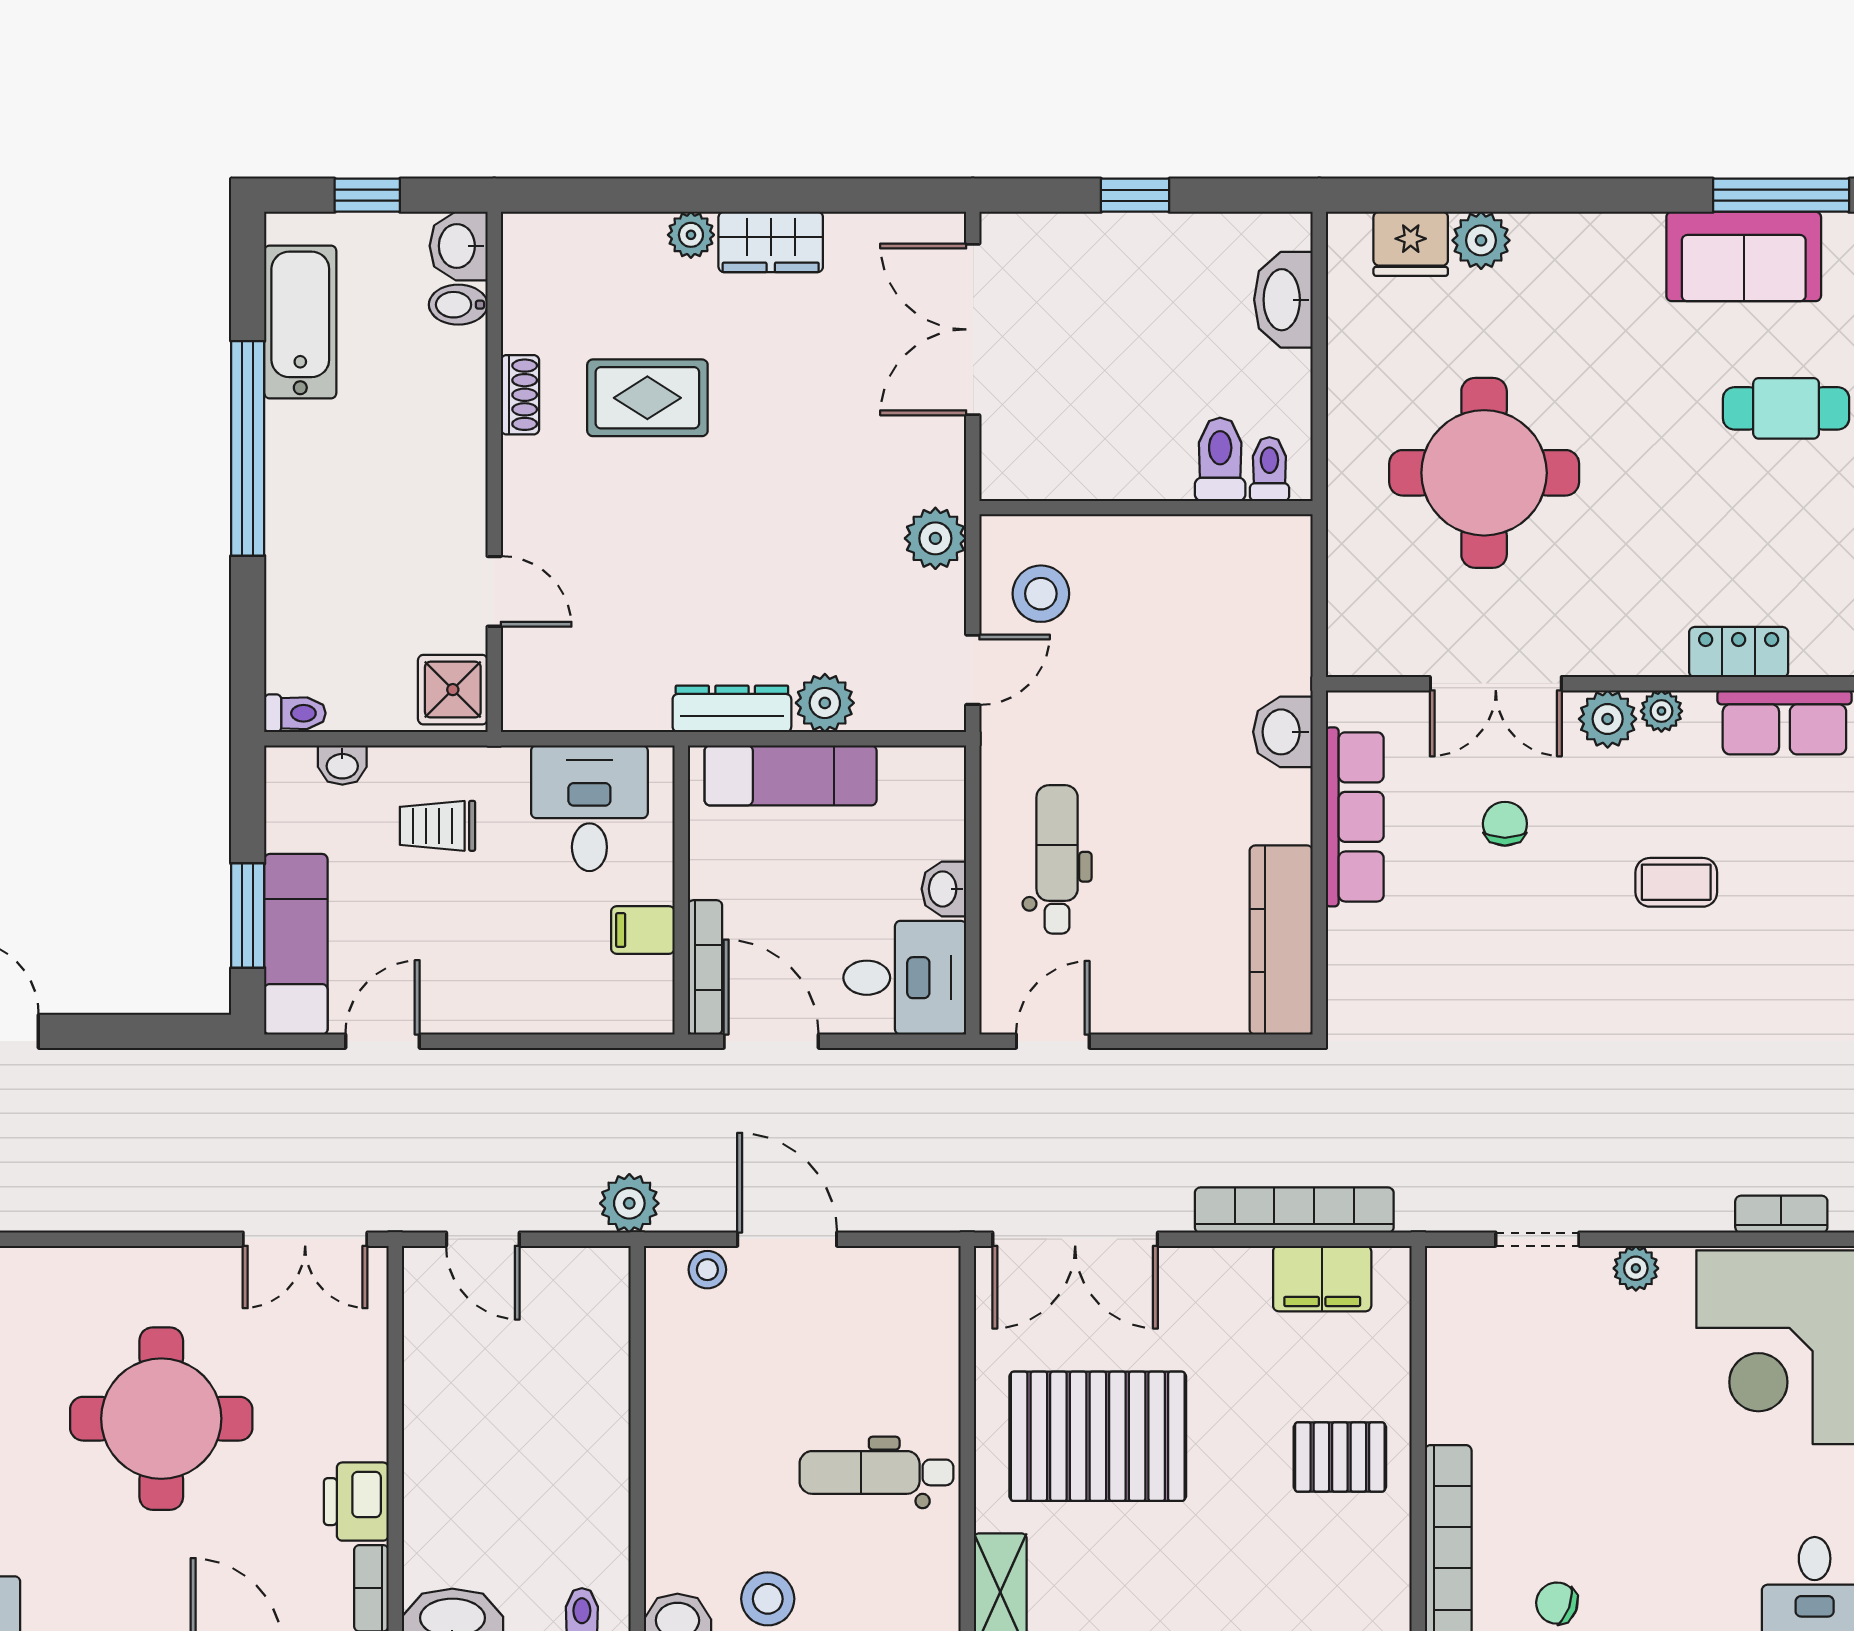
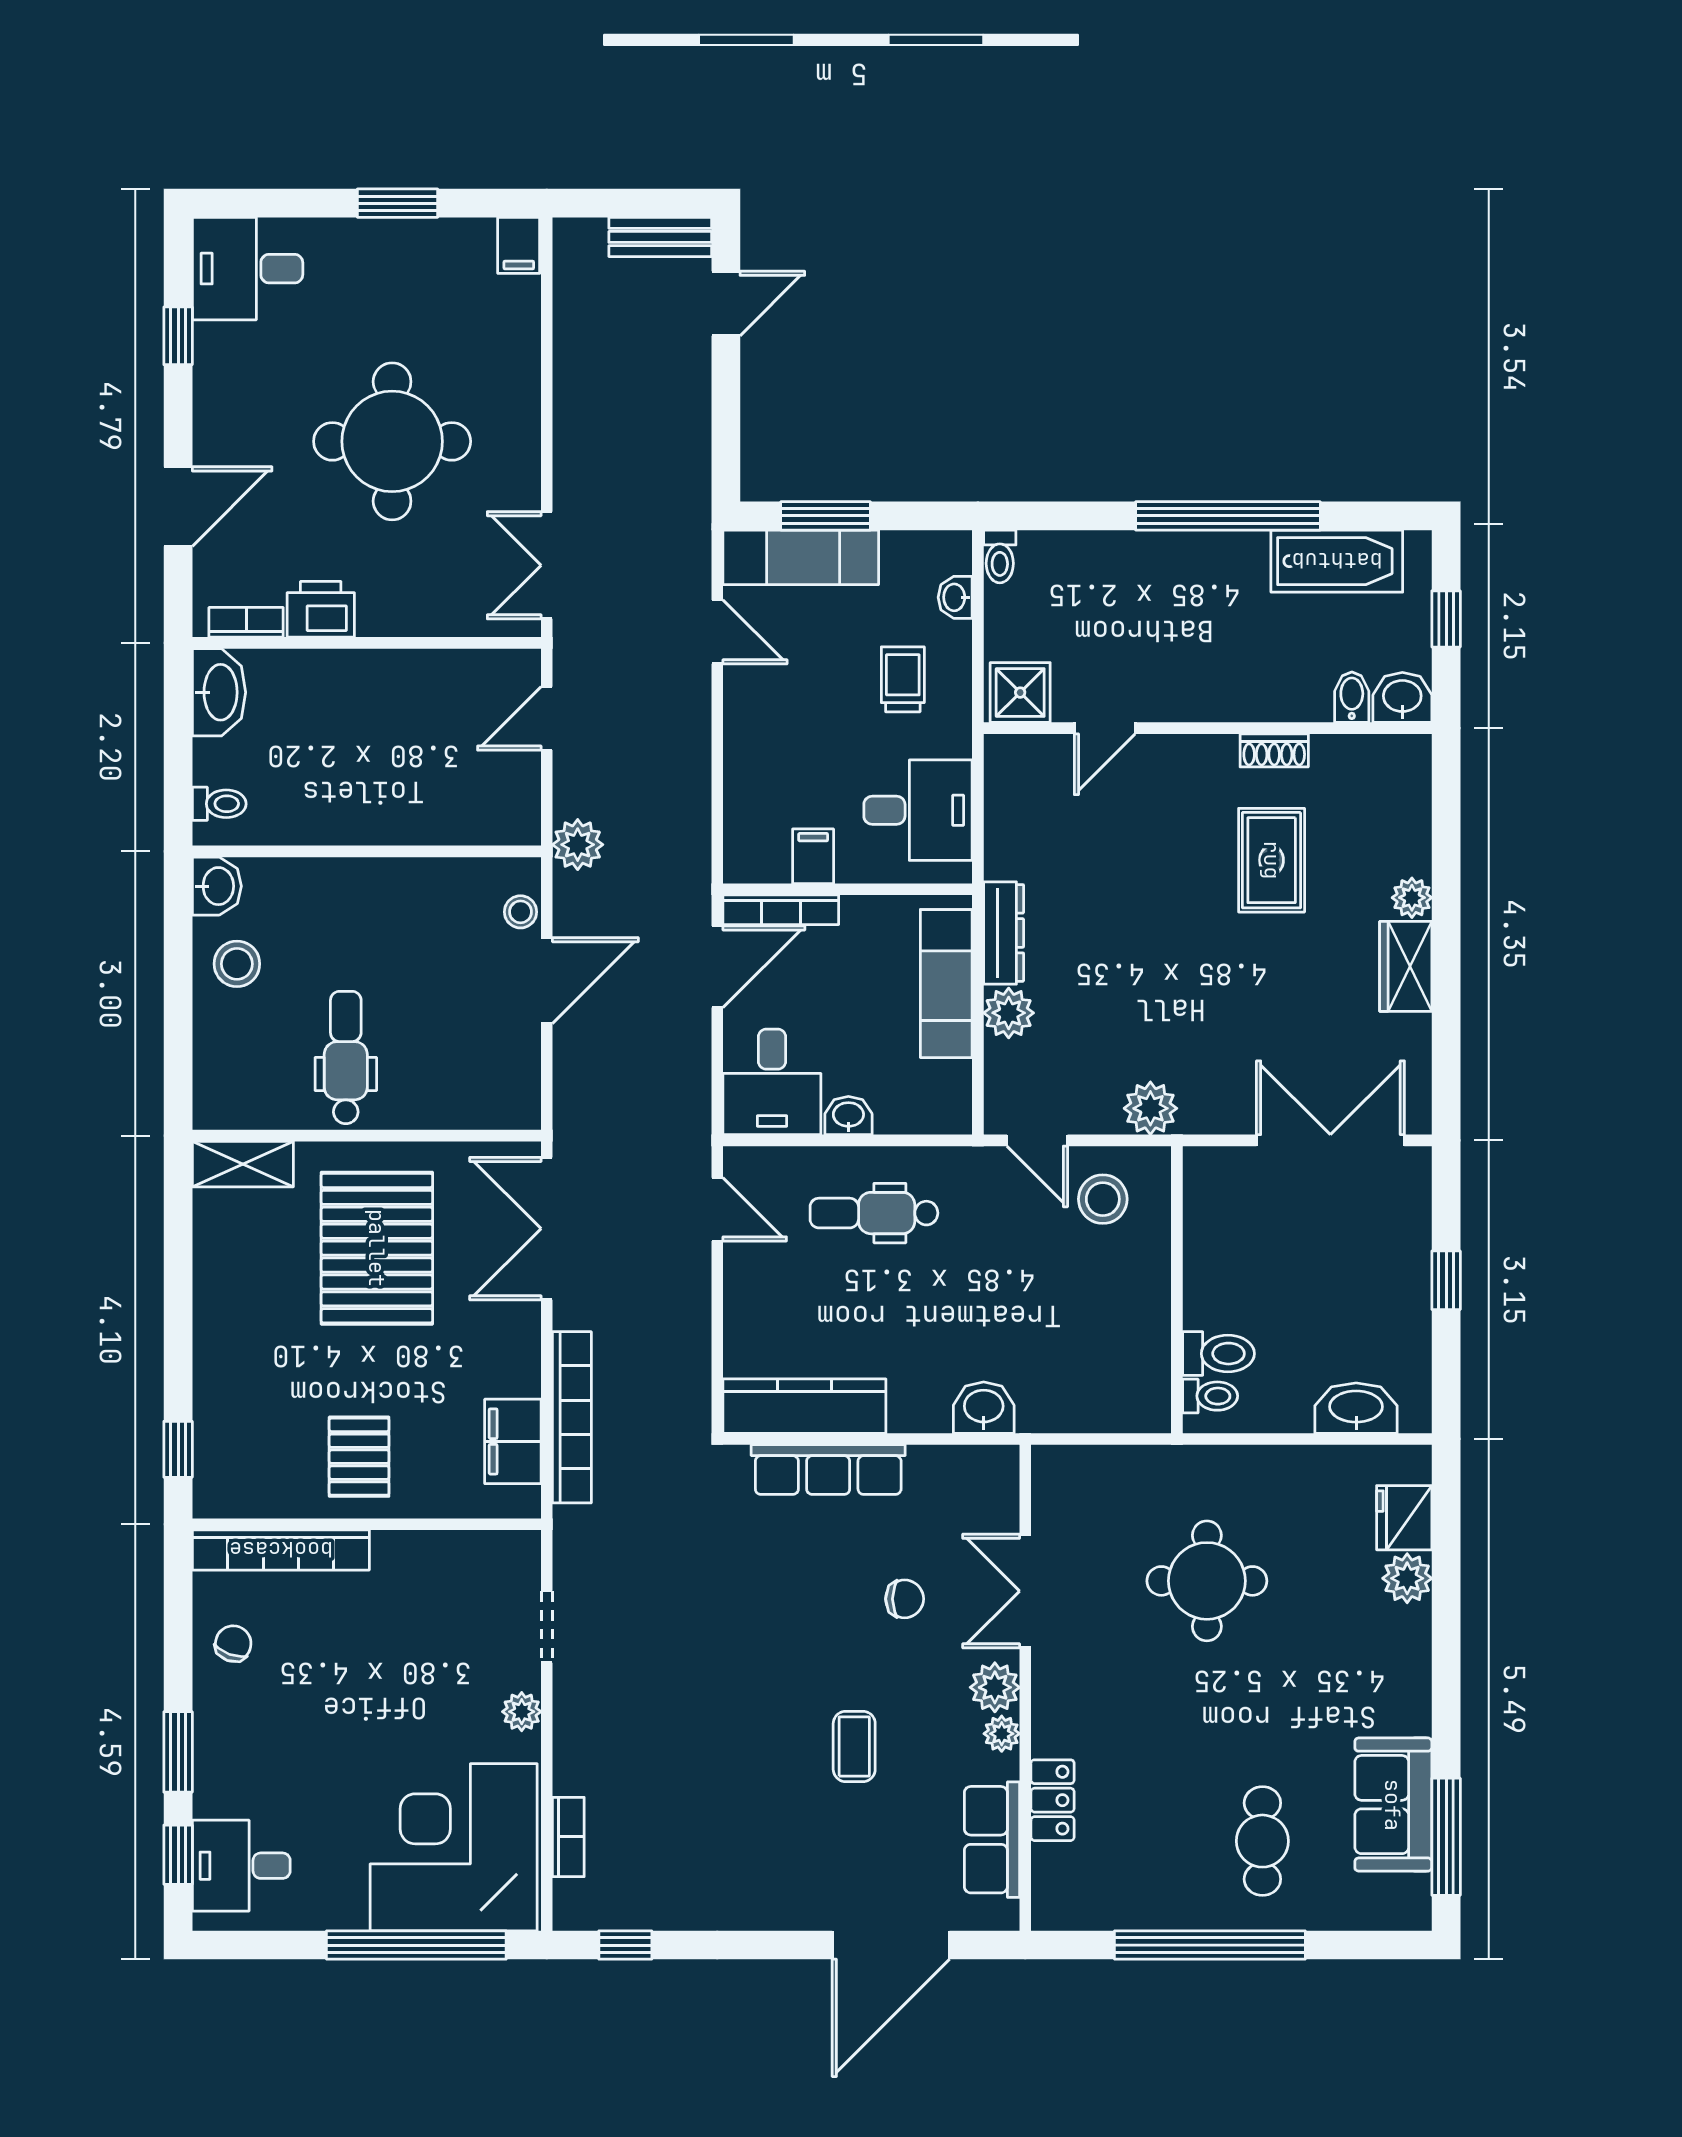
round table: (1484, 473) -> (1207, 1581), width x0.73, depth x0.73
row of seats: (1355, 817) -> (828, 1470), moved
dental chair: (1057, 859) -> (874, 1213), turned 180

